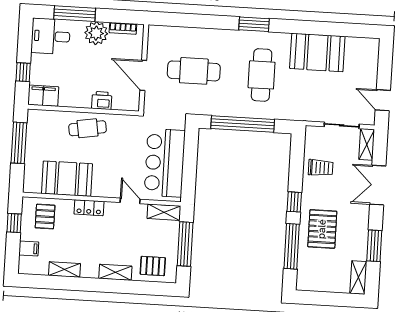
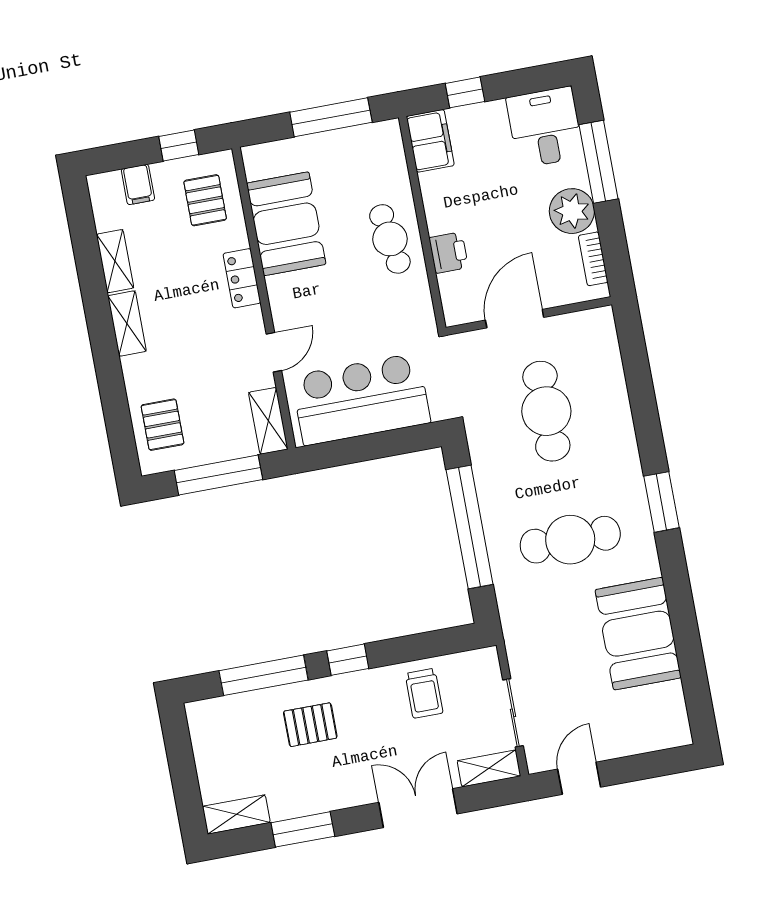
pallet: (45, 217) -> (205, 200), turned 90
pallet: (322, 229) -> (310, 725), width x0.67, depth x0.71
shelving: (115, 272) -> (127, 324), moved

